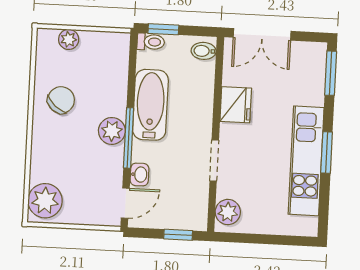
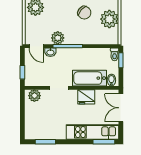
plant: (69, 39) -> (109, 19), width x1.88, depth x1.88
bathtub: (150, 105) -> (89, 78), moved, turned 180
plant: (112, 131) -> (58, 38), moved
window: (327, 153) -> (45, 142), moved
kitchen unit: (306, 161) -> (92, 132), moved

